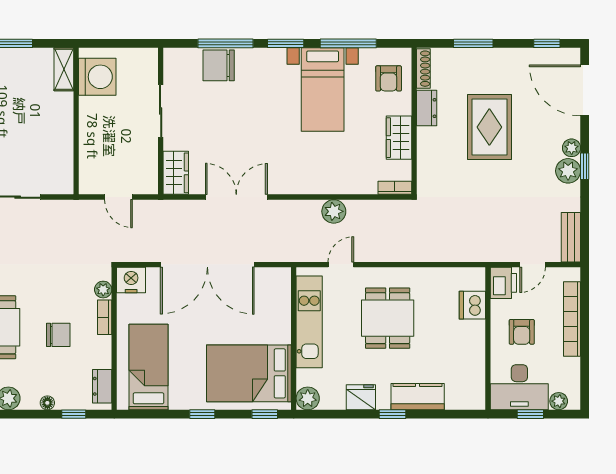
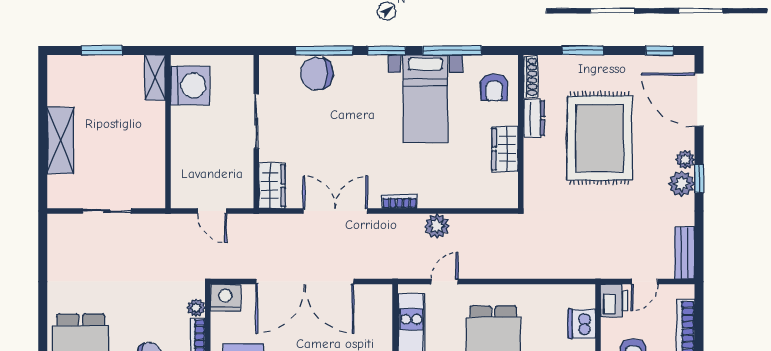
rug: (489, 127) -> (600, 138), width x1.37, depth x1.44
bookcase: (395, 188) -> (400, 201), moved

